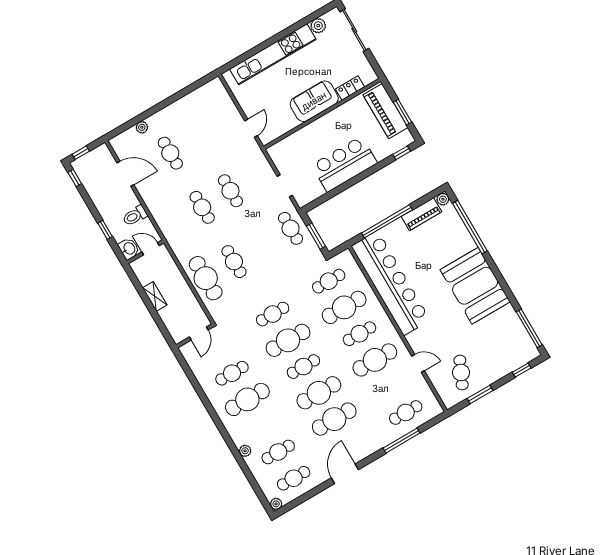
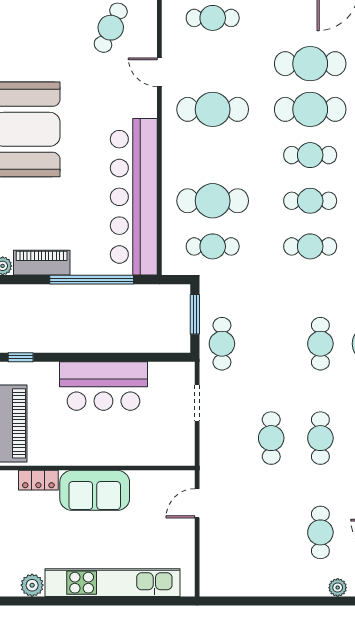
cafe table: (359, 334) -> (213, 155), removed
cafe table: (288, 340) -> (310, 201), width x0.73, depth x0.74

